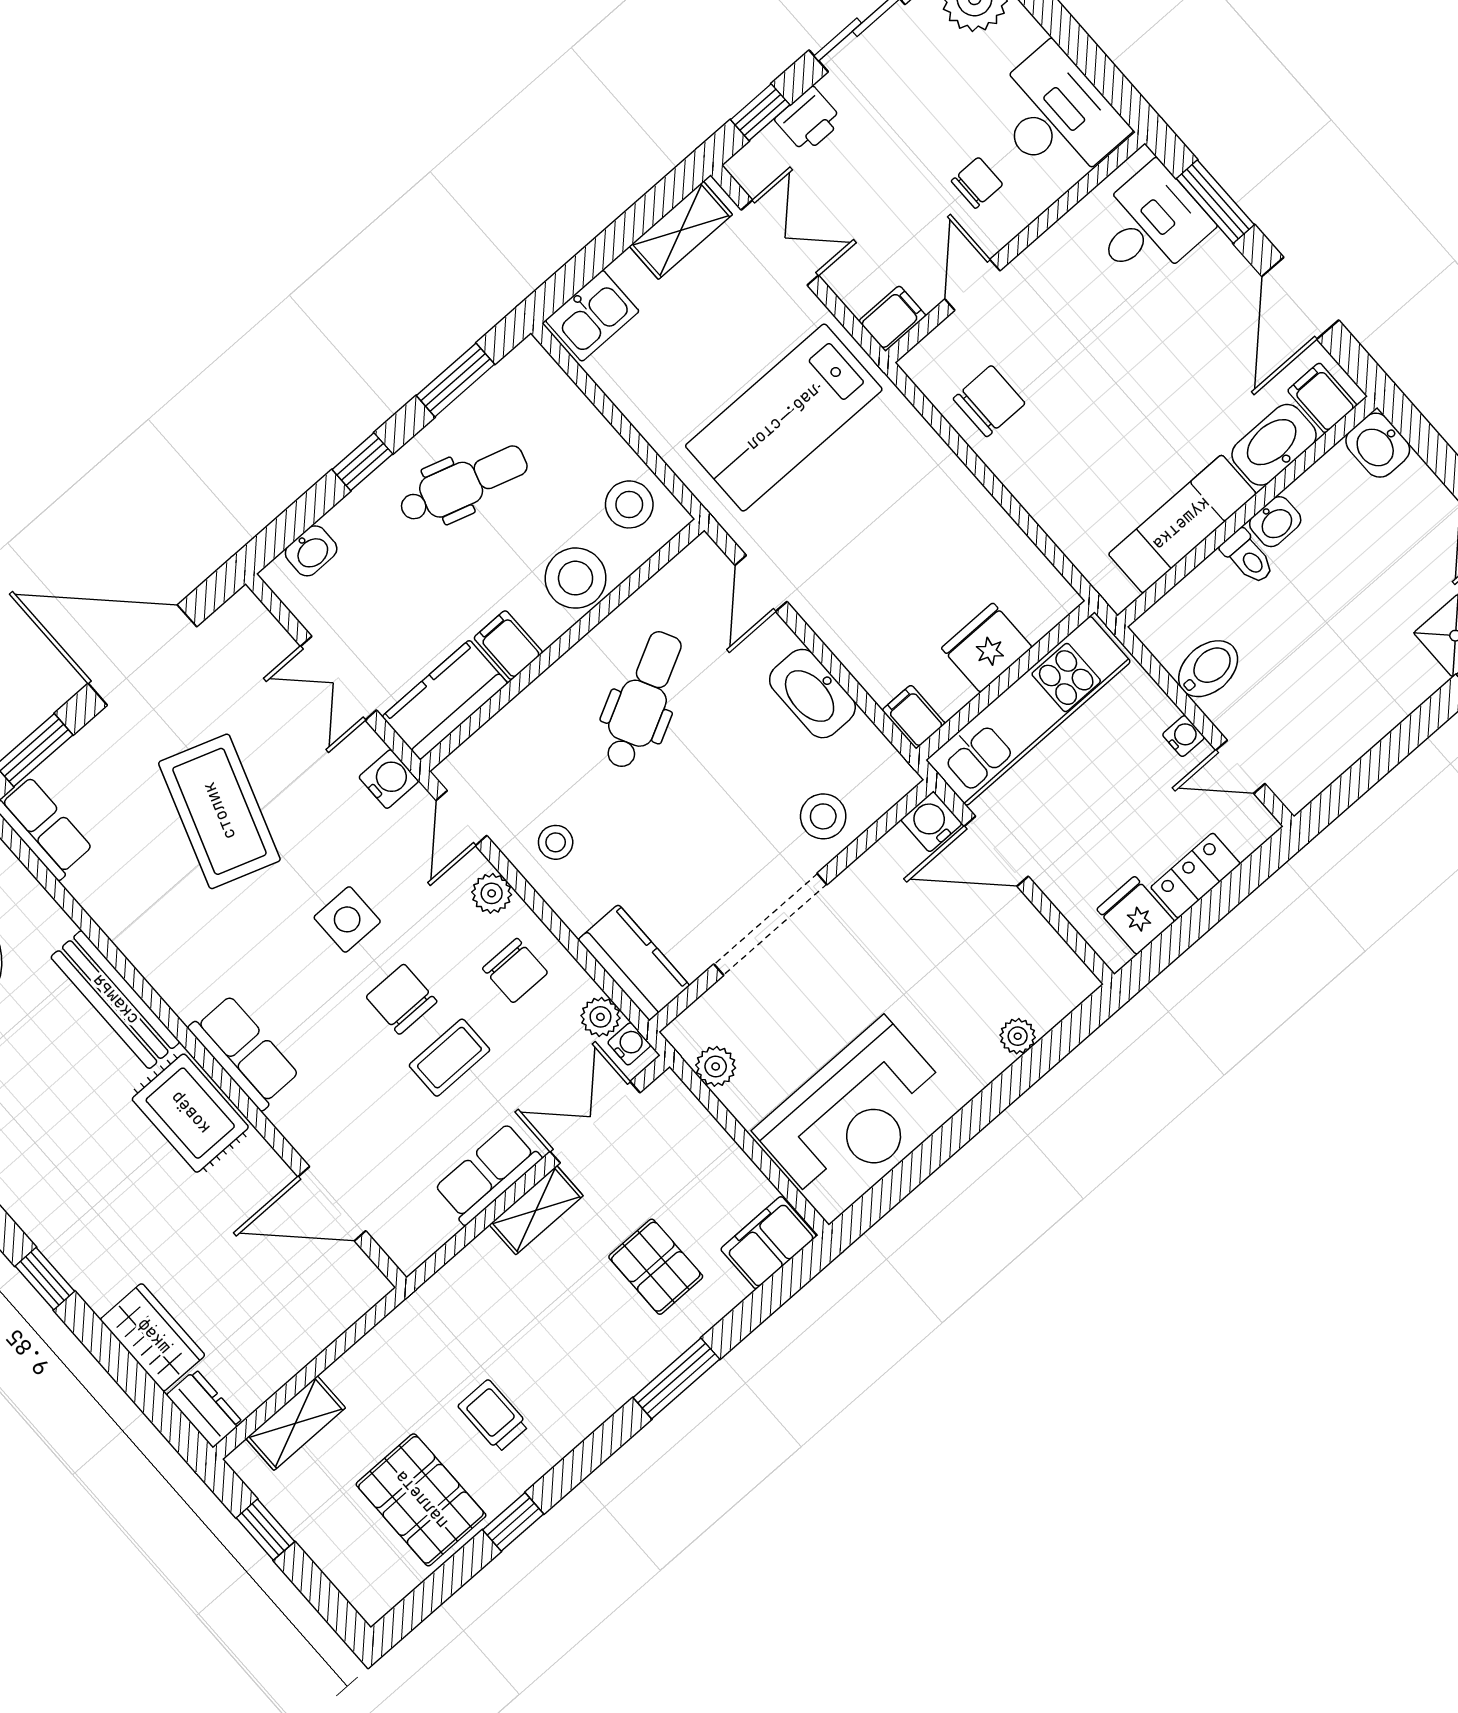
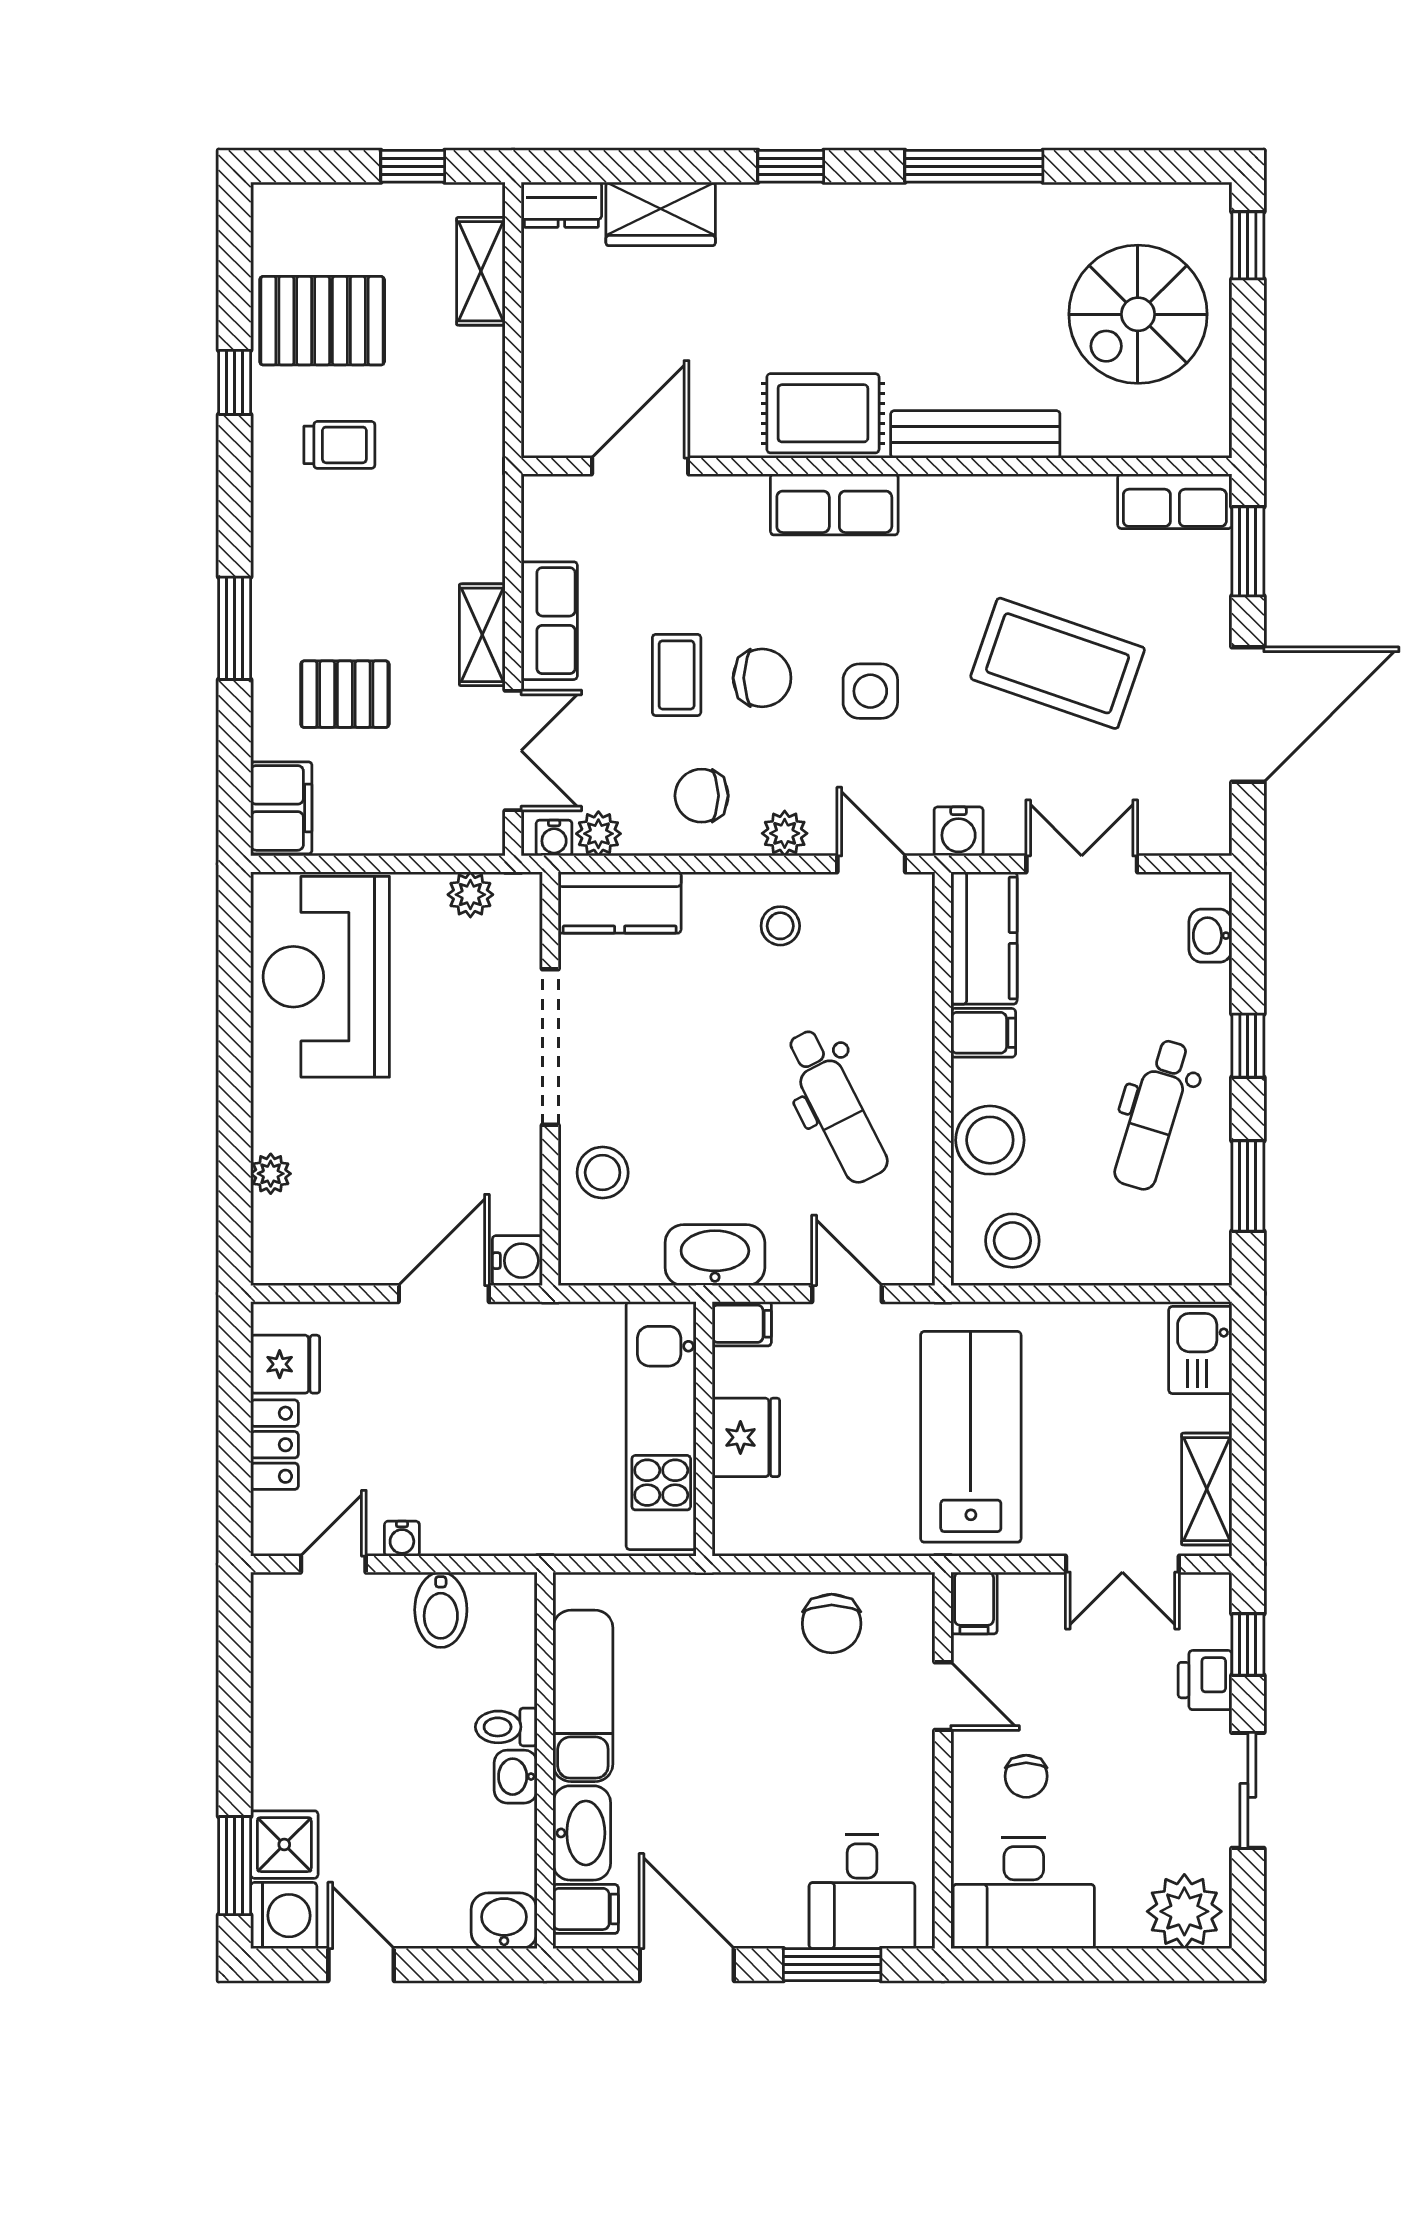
fridge: (987, 648) -> (746, 1437), moved
wall: (1005, 680) -> (704, 1429), moved
kitchen unit: (1028, 711) -> (661, 1426), moved
filing cabinet: (914, 717) -> (742, 1324), moved

